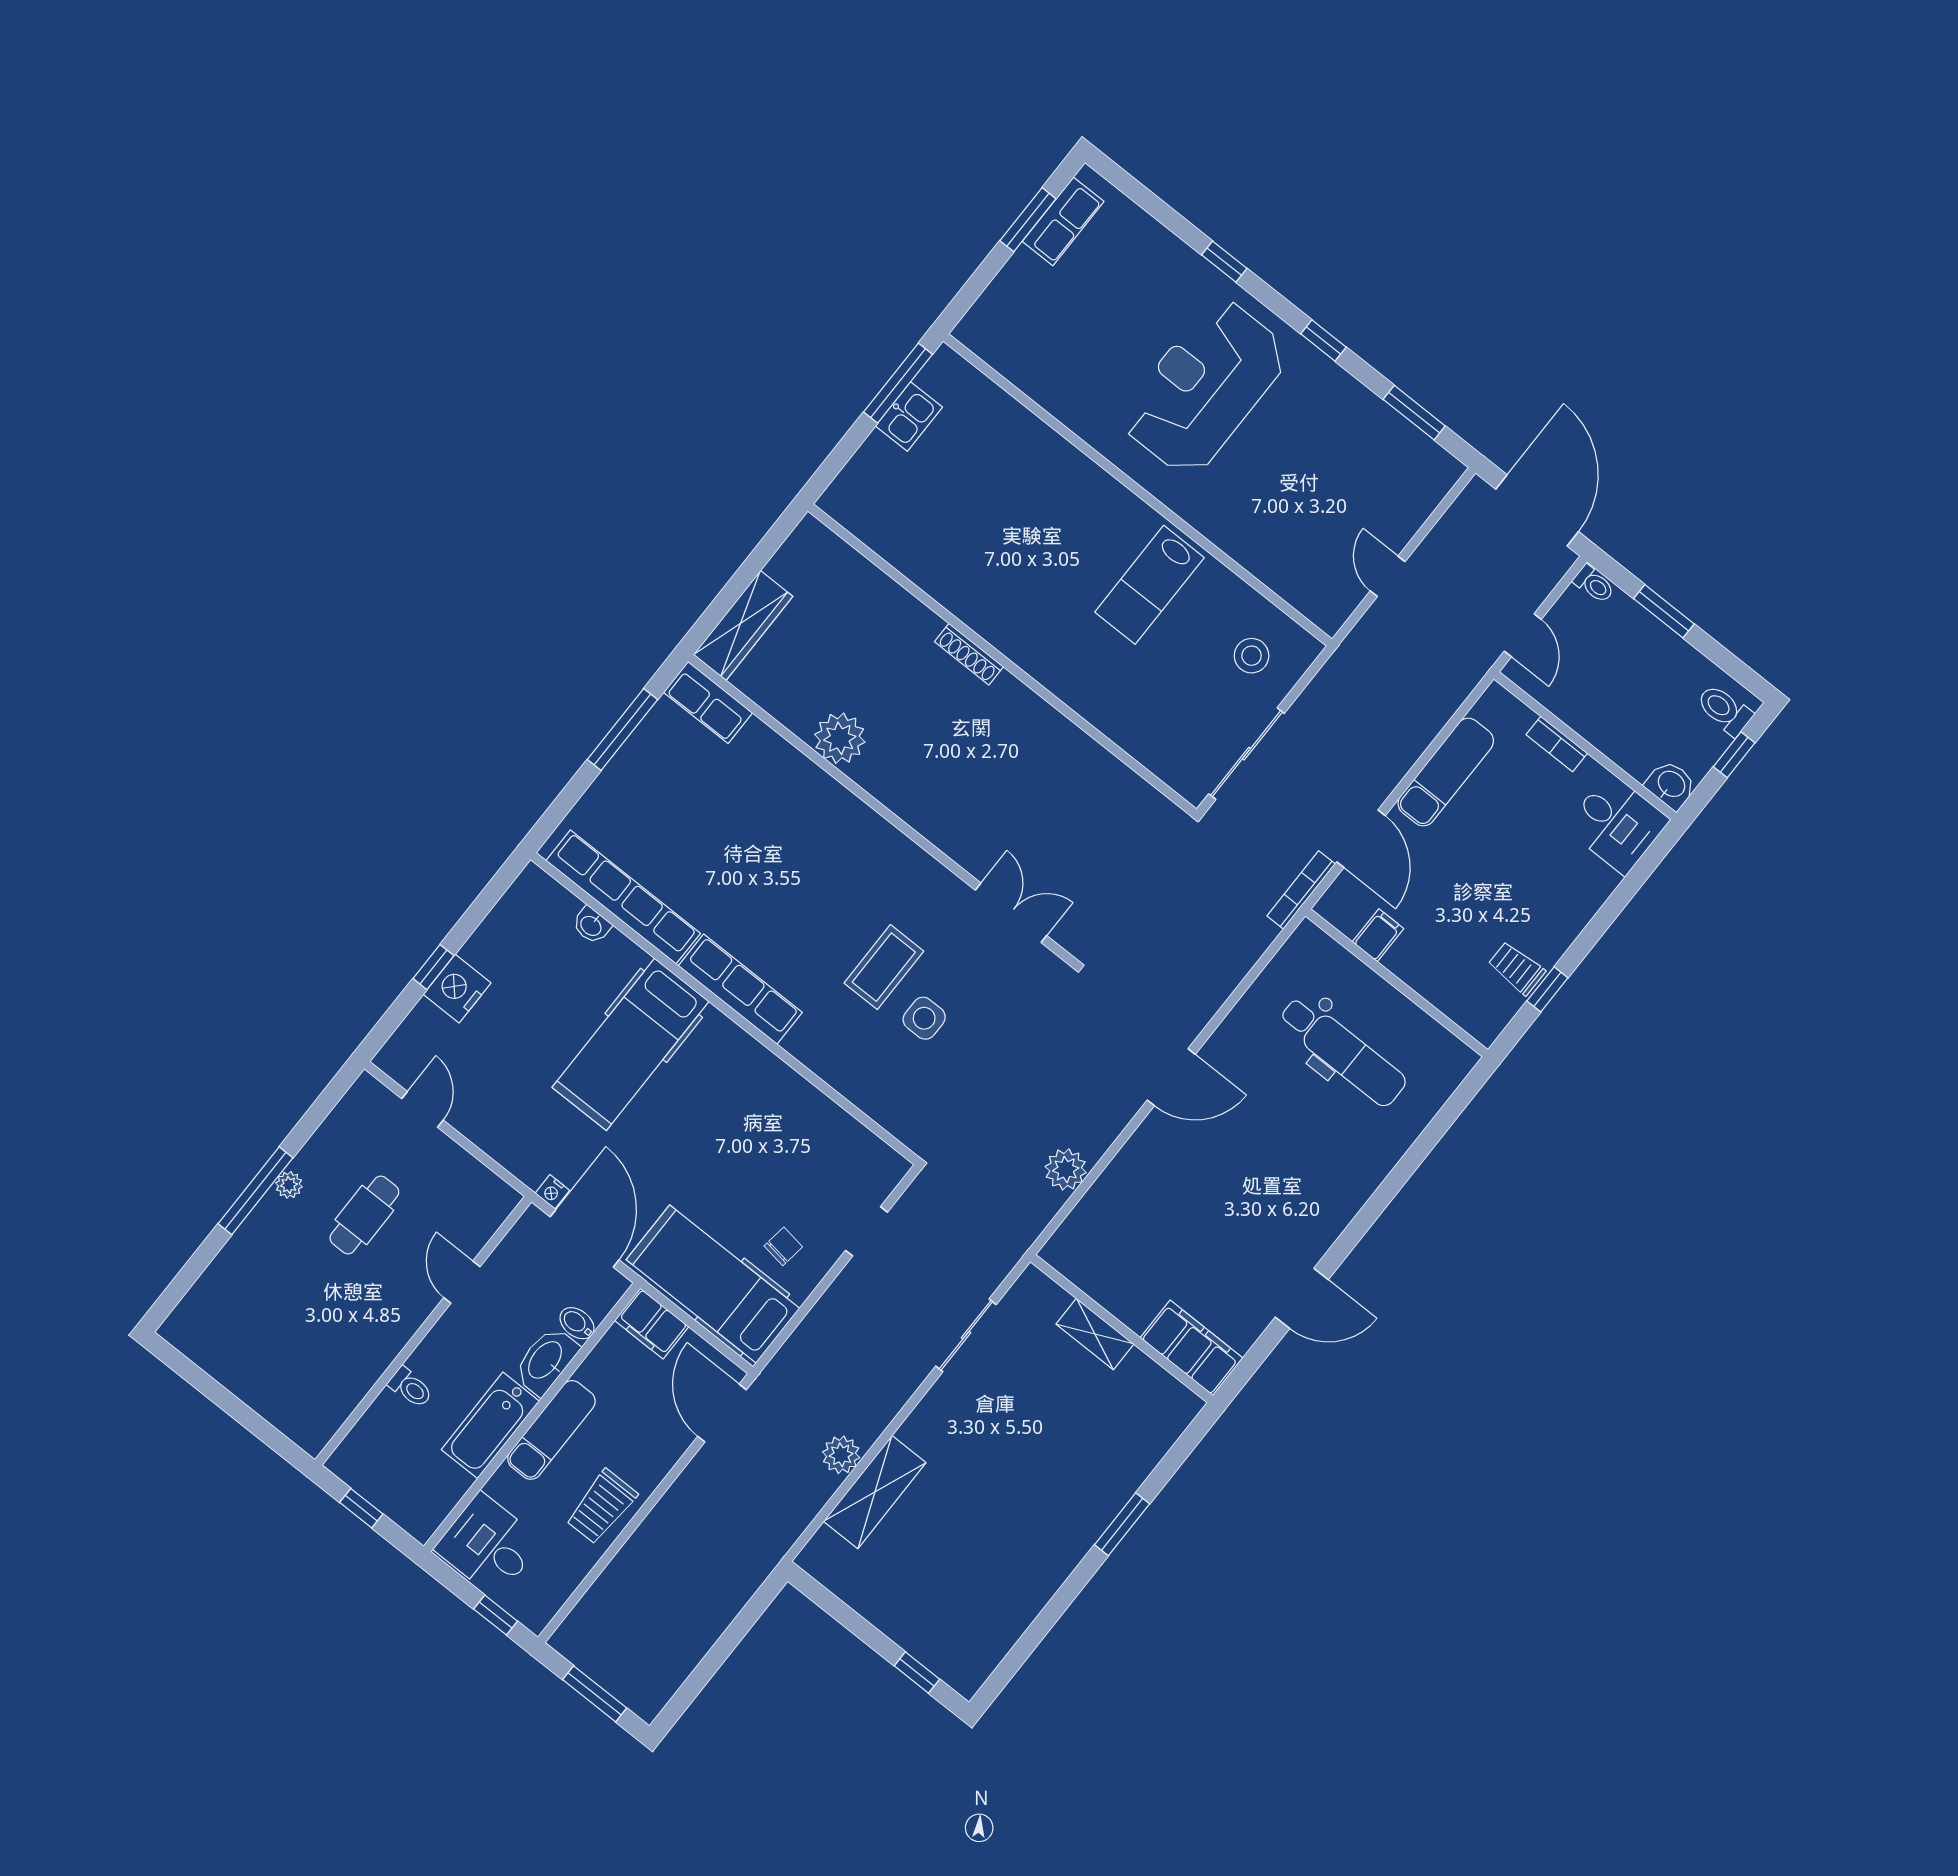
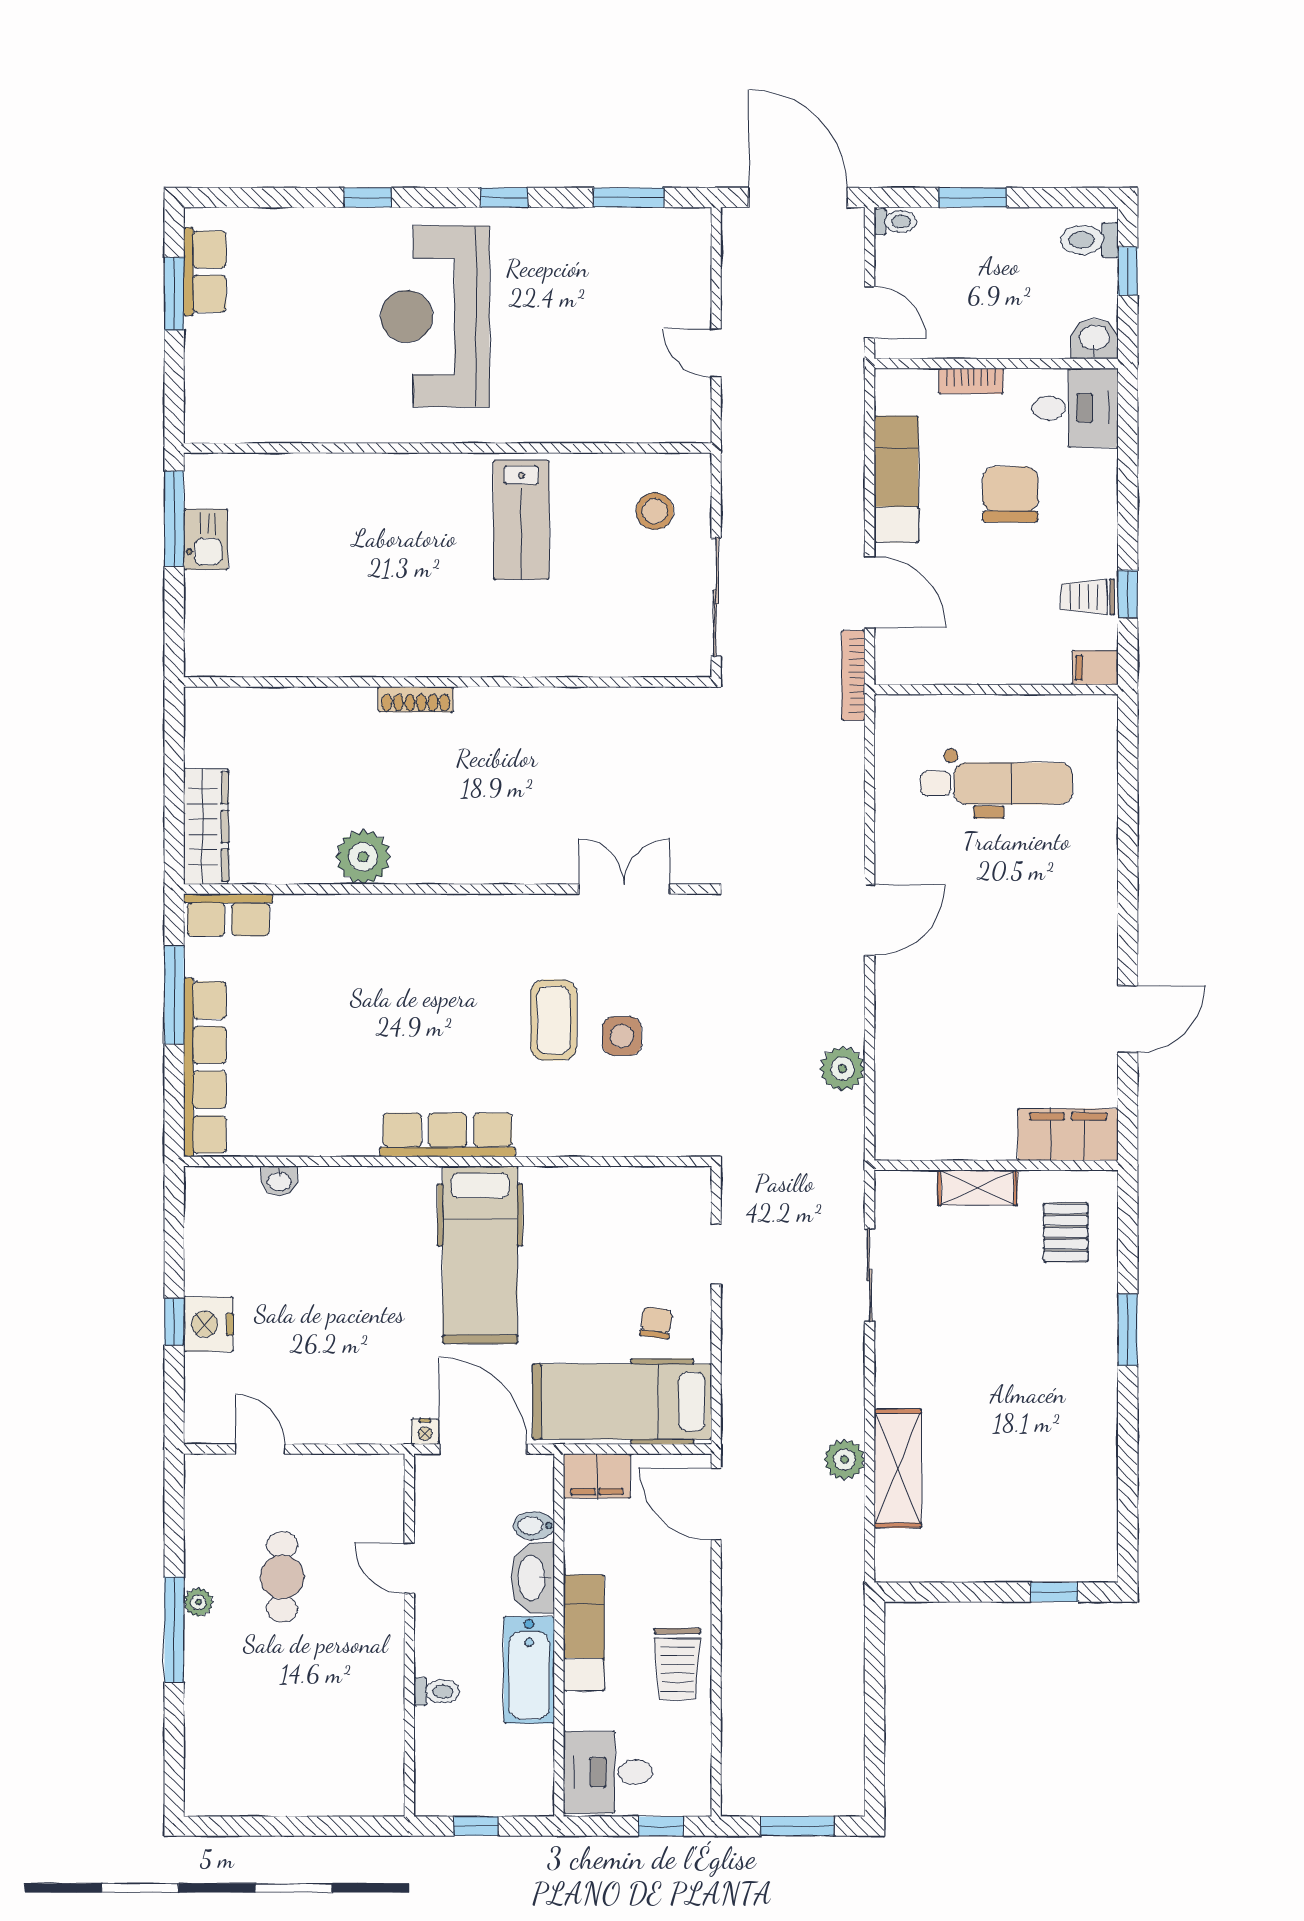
chair: (1520, 849) -> (1010, 494), added
row of seats: (623, 897) -> (205, 1067), moved, turned 90
filing cabinet: (1378, 935) -> (1095, 668), moved, turned -90
hospital bed: (631, 1044) -> (480, 1255), moved
pallet: (1133, 1418) -> (1066, 1233), added

